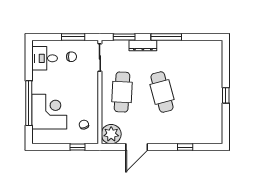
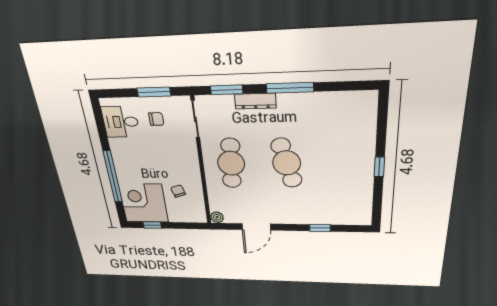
corner desk: (49, 112) -> (144, 203), moved, turned -90
chair: (84, 125) -> (178, 191), moved
plant: (111, 134) -> (217, 217), width x0.53, depth x0.53
window: (77, 147) -> (152, 225), moved

